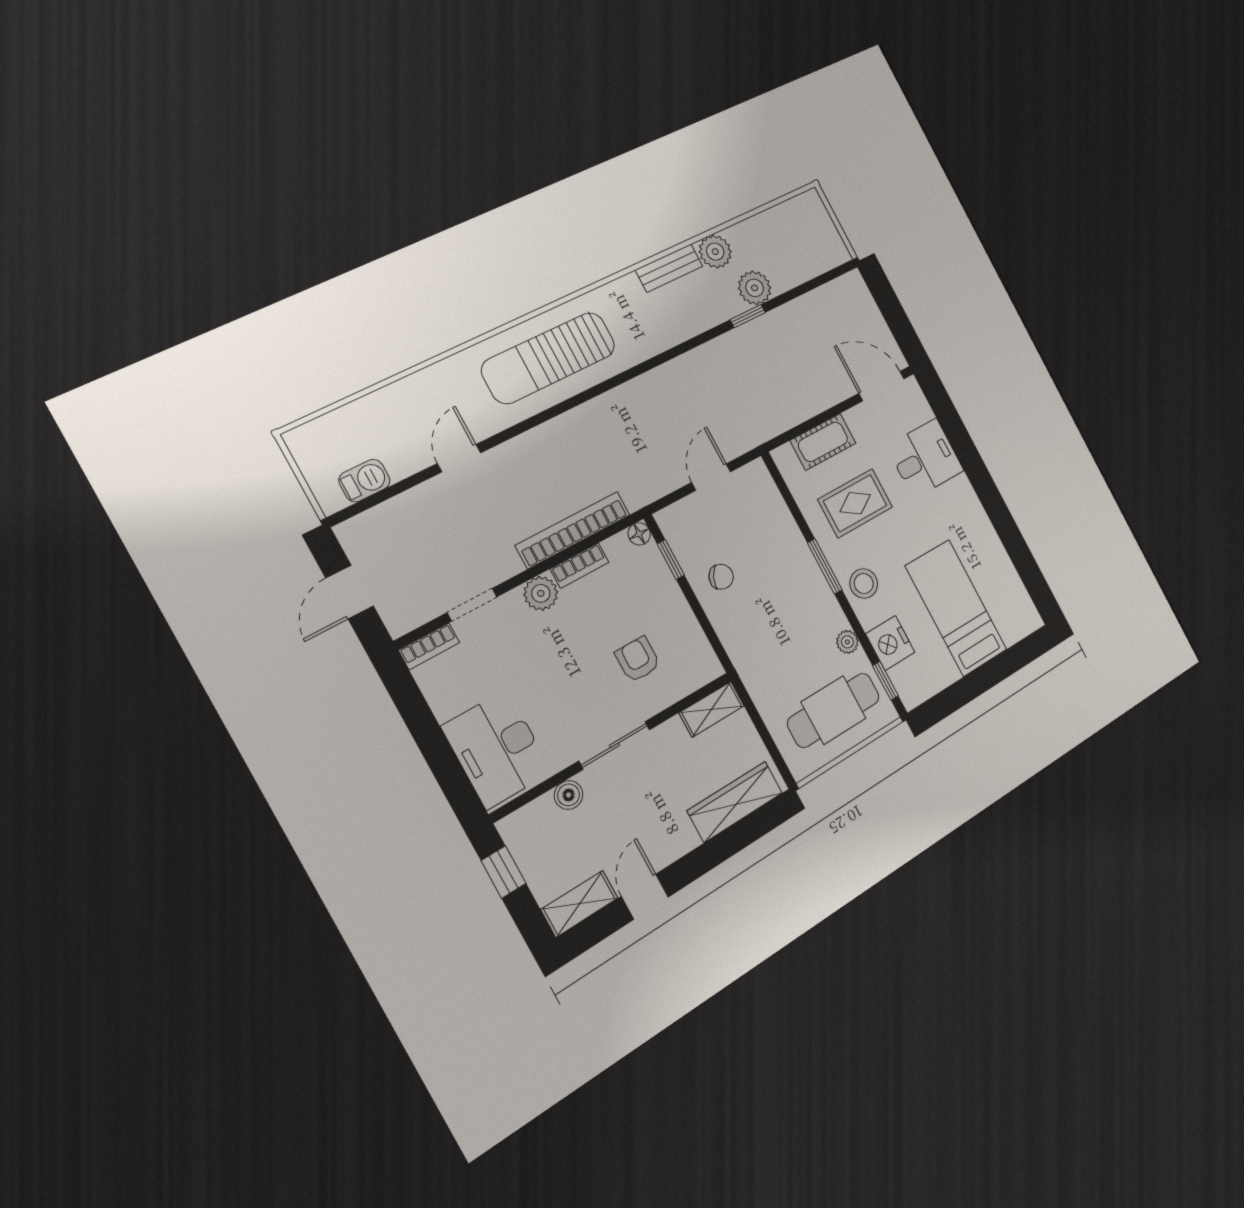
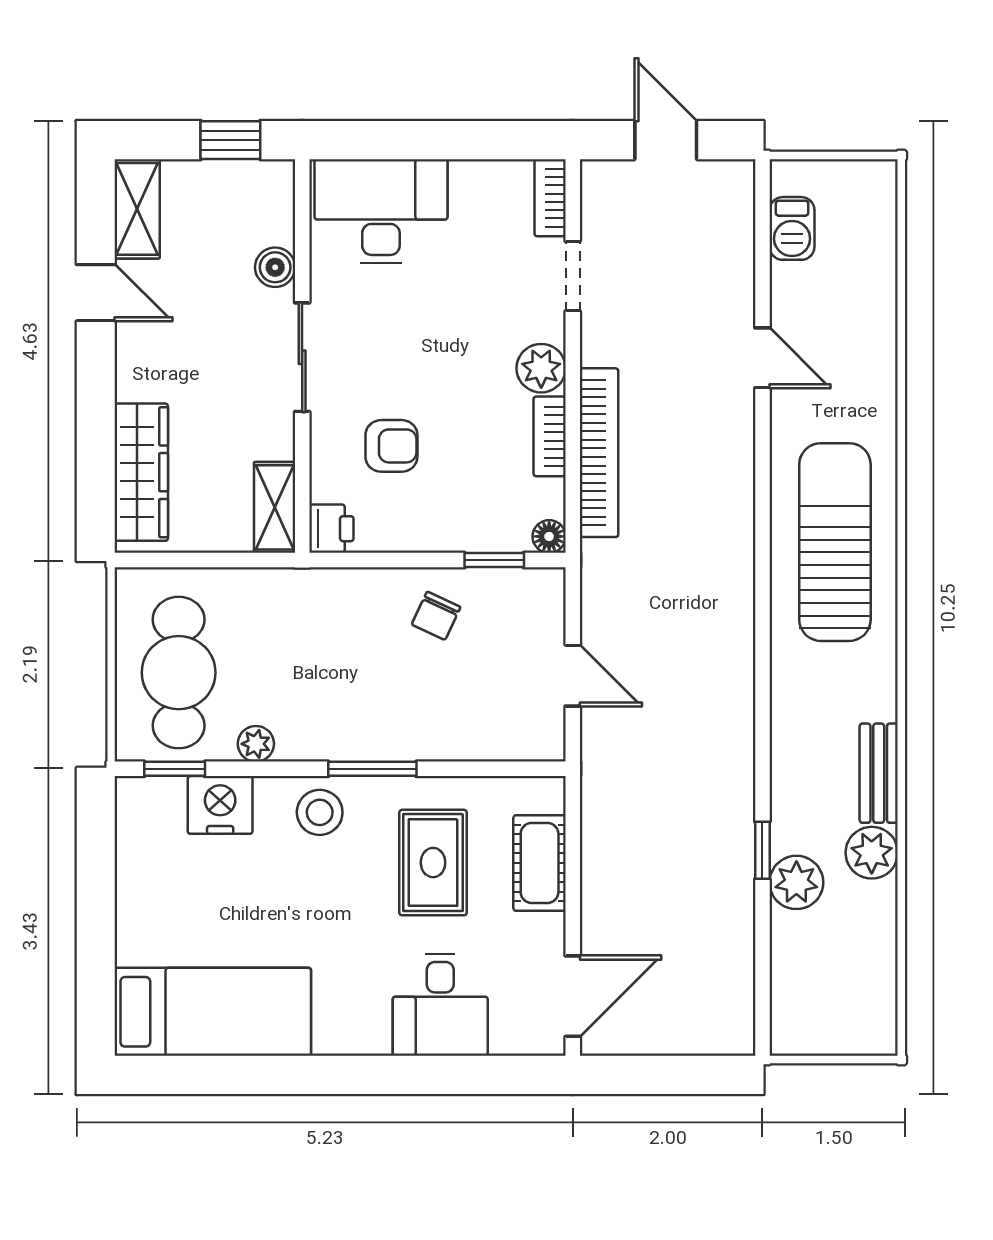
bed: (956, 608) -> (213, 1012), moved
printer: (705, 668) -> (331, 529), added

